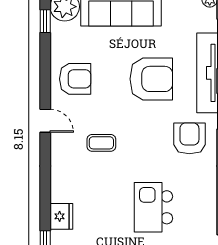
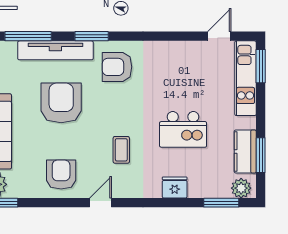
kitchen island: (153, 207) -> (183, 129), moved
fridge: (61, 216) -> (175, 188), moved

